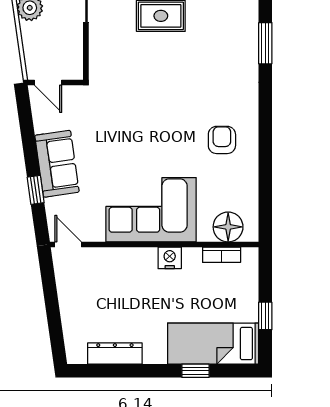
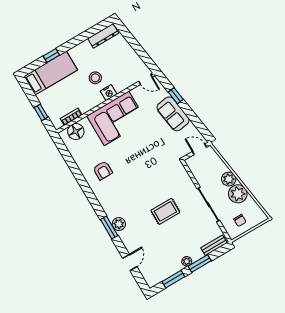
plant: (247, 40) -> (119, 224), added
nightstand: (170, 258) -> (109, 93), moved
stool: (147, 294) -> (95, 78), added
window: (265, 316) -> (41, 112), moved
dresser: (115, 353) -> (103, 36), moved

